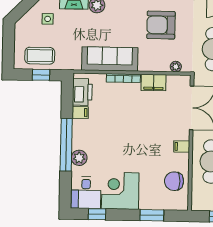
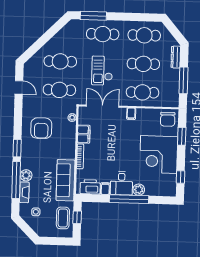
sofa: (110, 59) -> (65, 180), moved
chair: (174, 181) -> (168, 119), moved
corner desk: (120, 191) -> (159, 155), width x1.36, depth x1.36
desk: (86, 193) -> (121, 183), moved, turned 90

